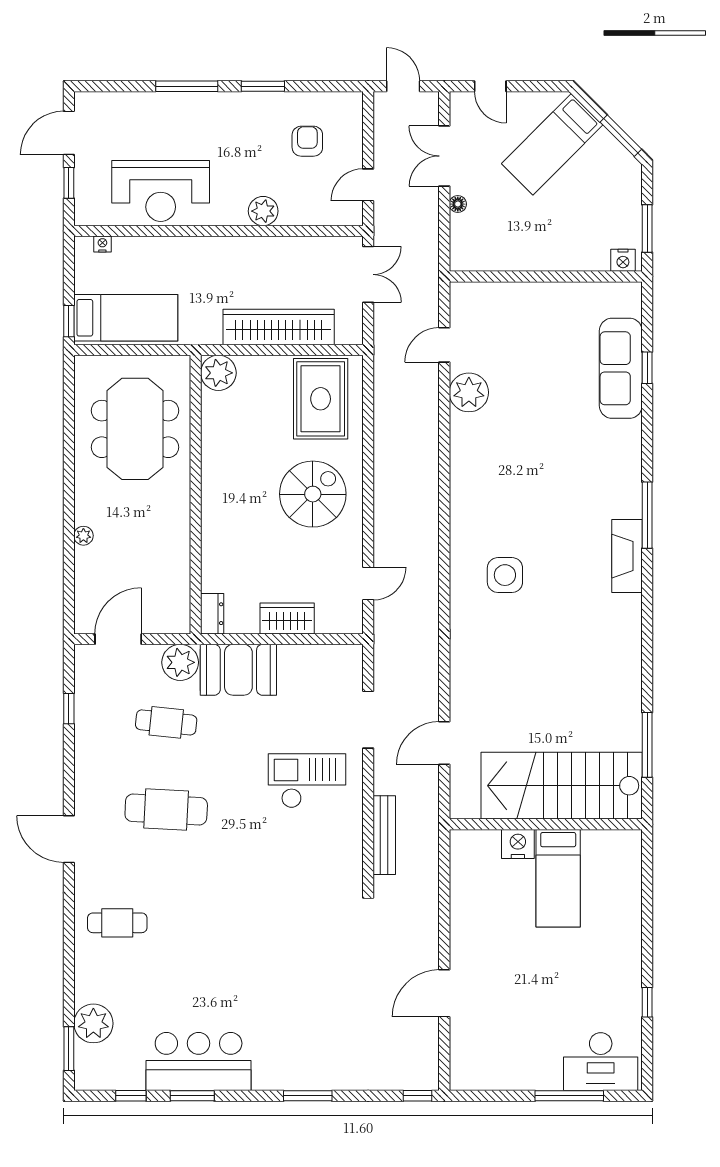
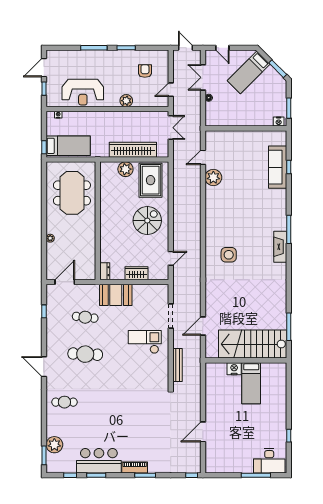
plant: (218, 373) -> (125, 169), moved
plant: (180, 662) -> (91, 292), removed
piano: (283, 1077) -> (135, 467), added

